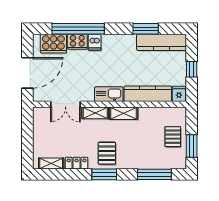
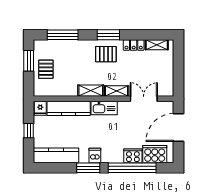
window: (146, 29) -> (88, 168), moved
dishwasher: (95, 42) -> (95, 155), moved
pallet: (107, 153) -> (106, 54), turned 90

